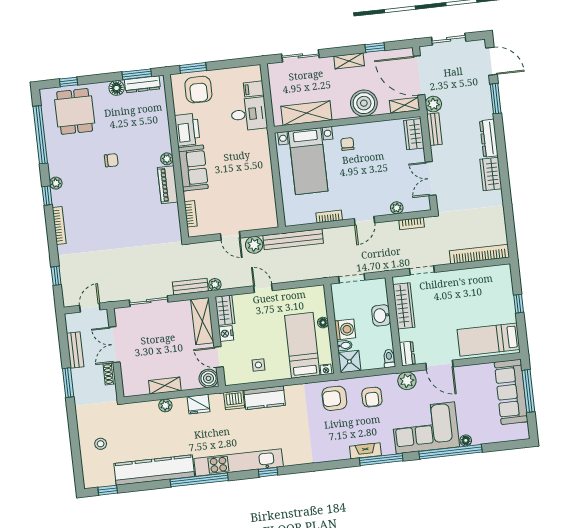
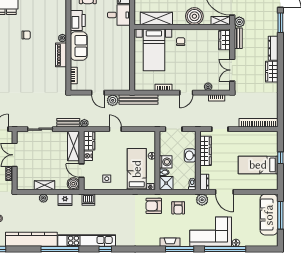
bed: (489, 340) -> (258, 165), moved
kitchen counter: (265, 398) -> (108, 200), removed

